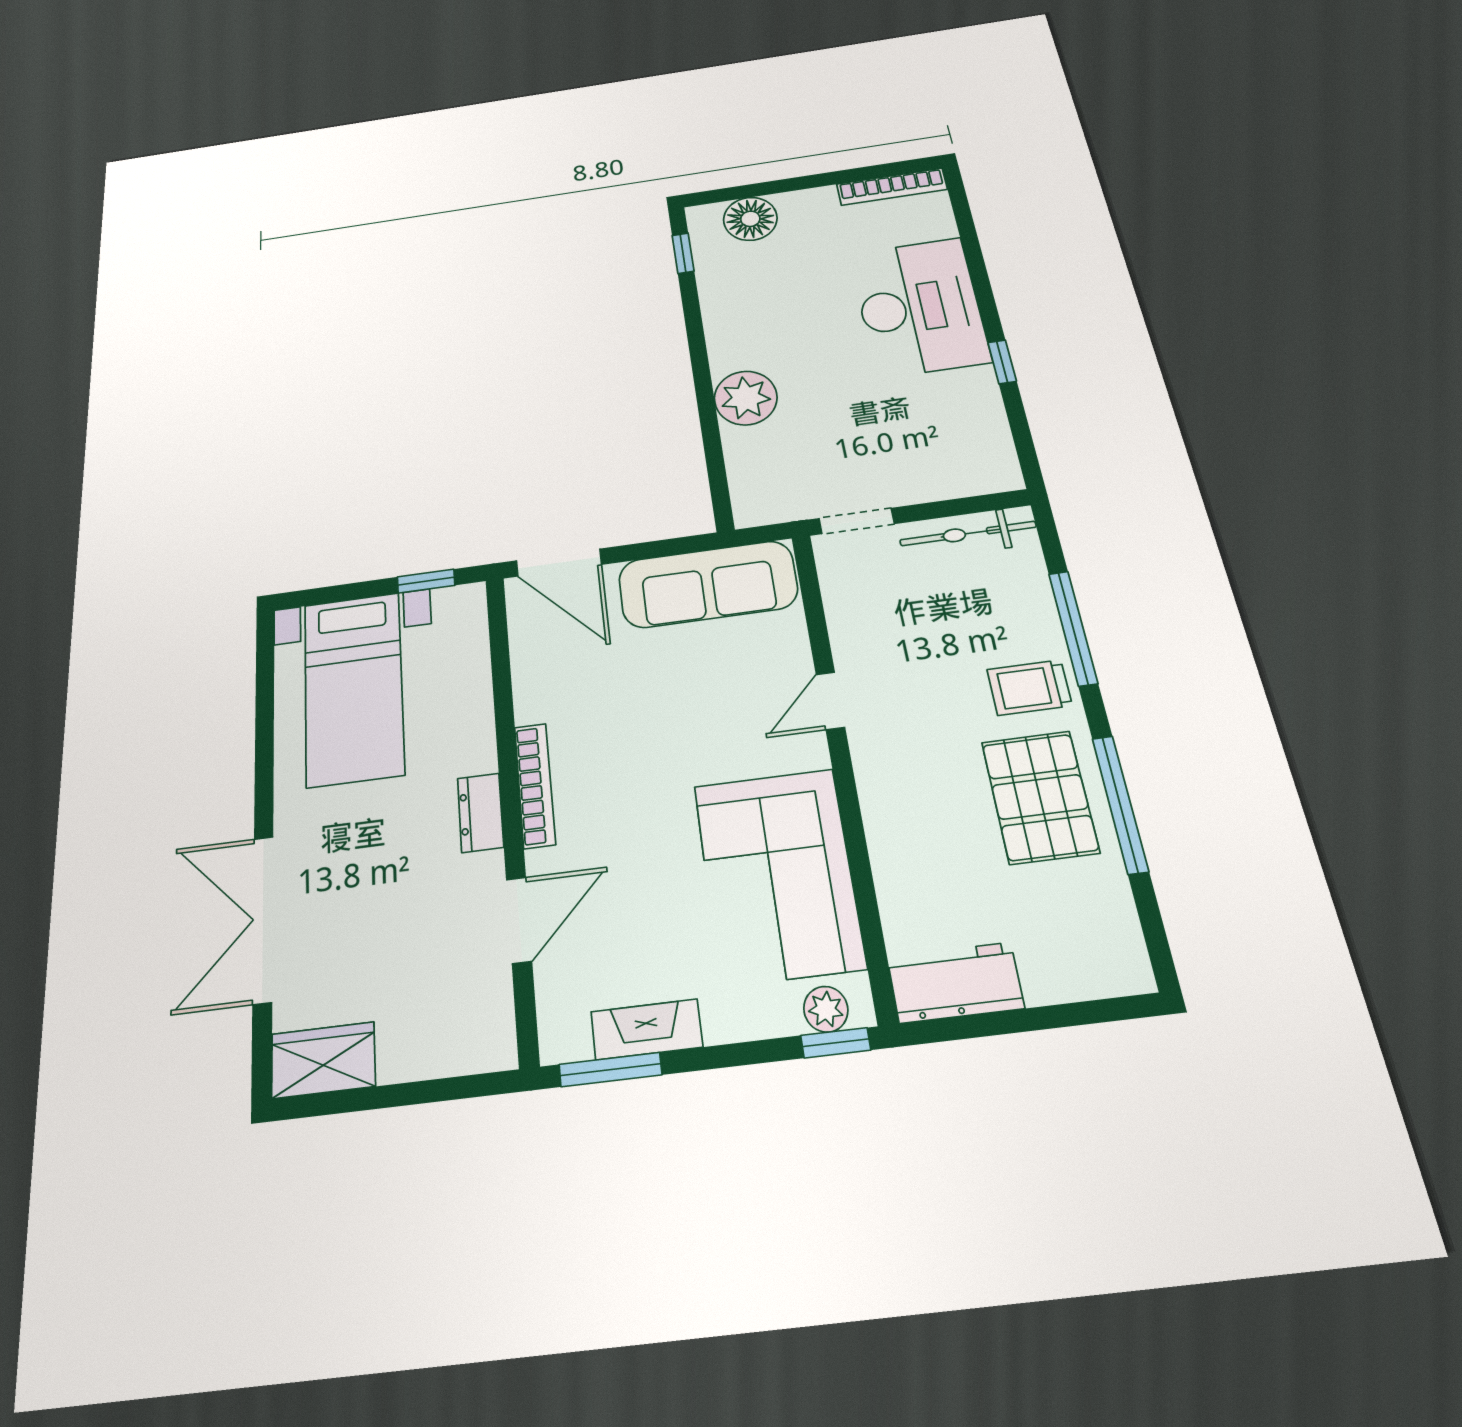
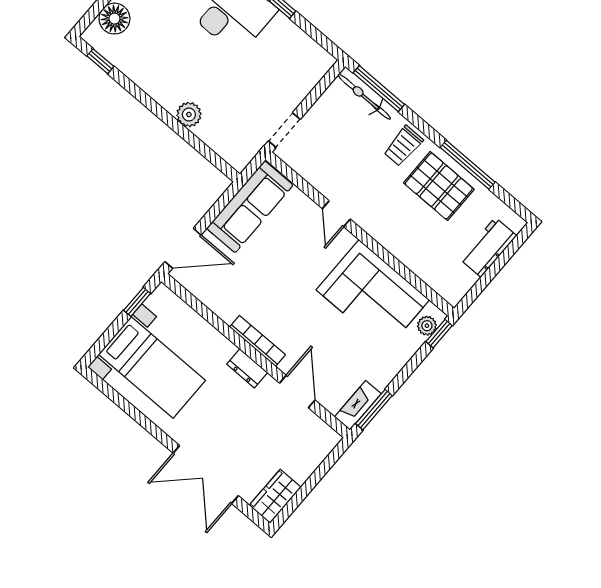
plant: (746, 398) -> (189, 115), width x0.73, depth x0.73
bicycle: (968, 534) -> (364, 97), moved, turned 90
window: (1073, 628) -> (379, 89), moved
workbench: (955, 983) -> (488, 247), moved
fireplace: (647, 1029) -> (358, 405), moved

